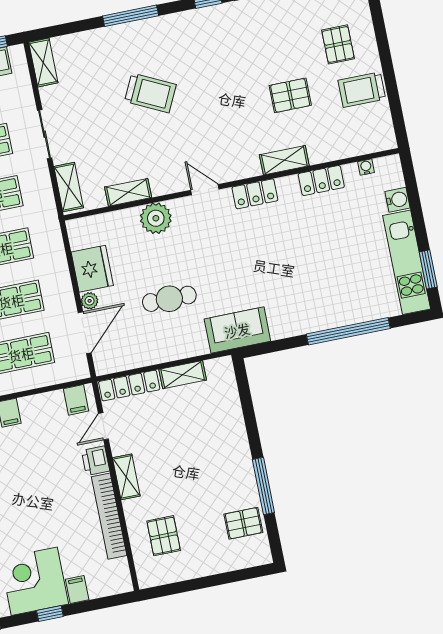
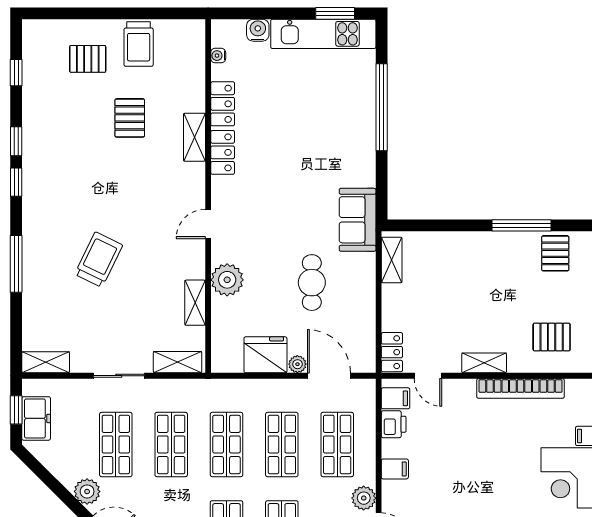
locker: (255, 194) -> (223, 152), moved
shelving: (183, 375) -> (392, 260), moved
locker: (129, 386) -> (392, 352), width x0.66
printer: (96, 461) -> (394, 424), moved, turned -90

